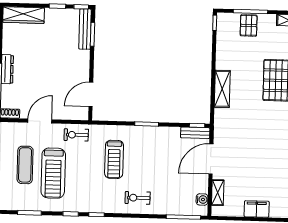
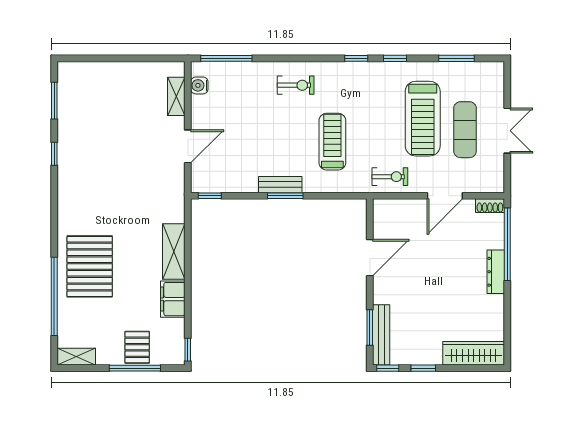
door: (91, 94) -> (370, 258), moved
bench: (195, 133) -> (280, 185), moved
door: (211, 159) -> (188, 146), width x0.73
treadmill: (53, 173) -> (423, 119), turned 180
filing cabinet: (257, 209) -> (173, 299), moved, turned 90

